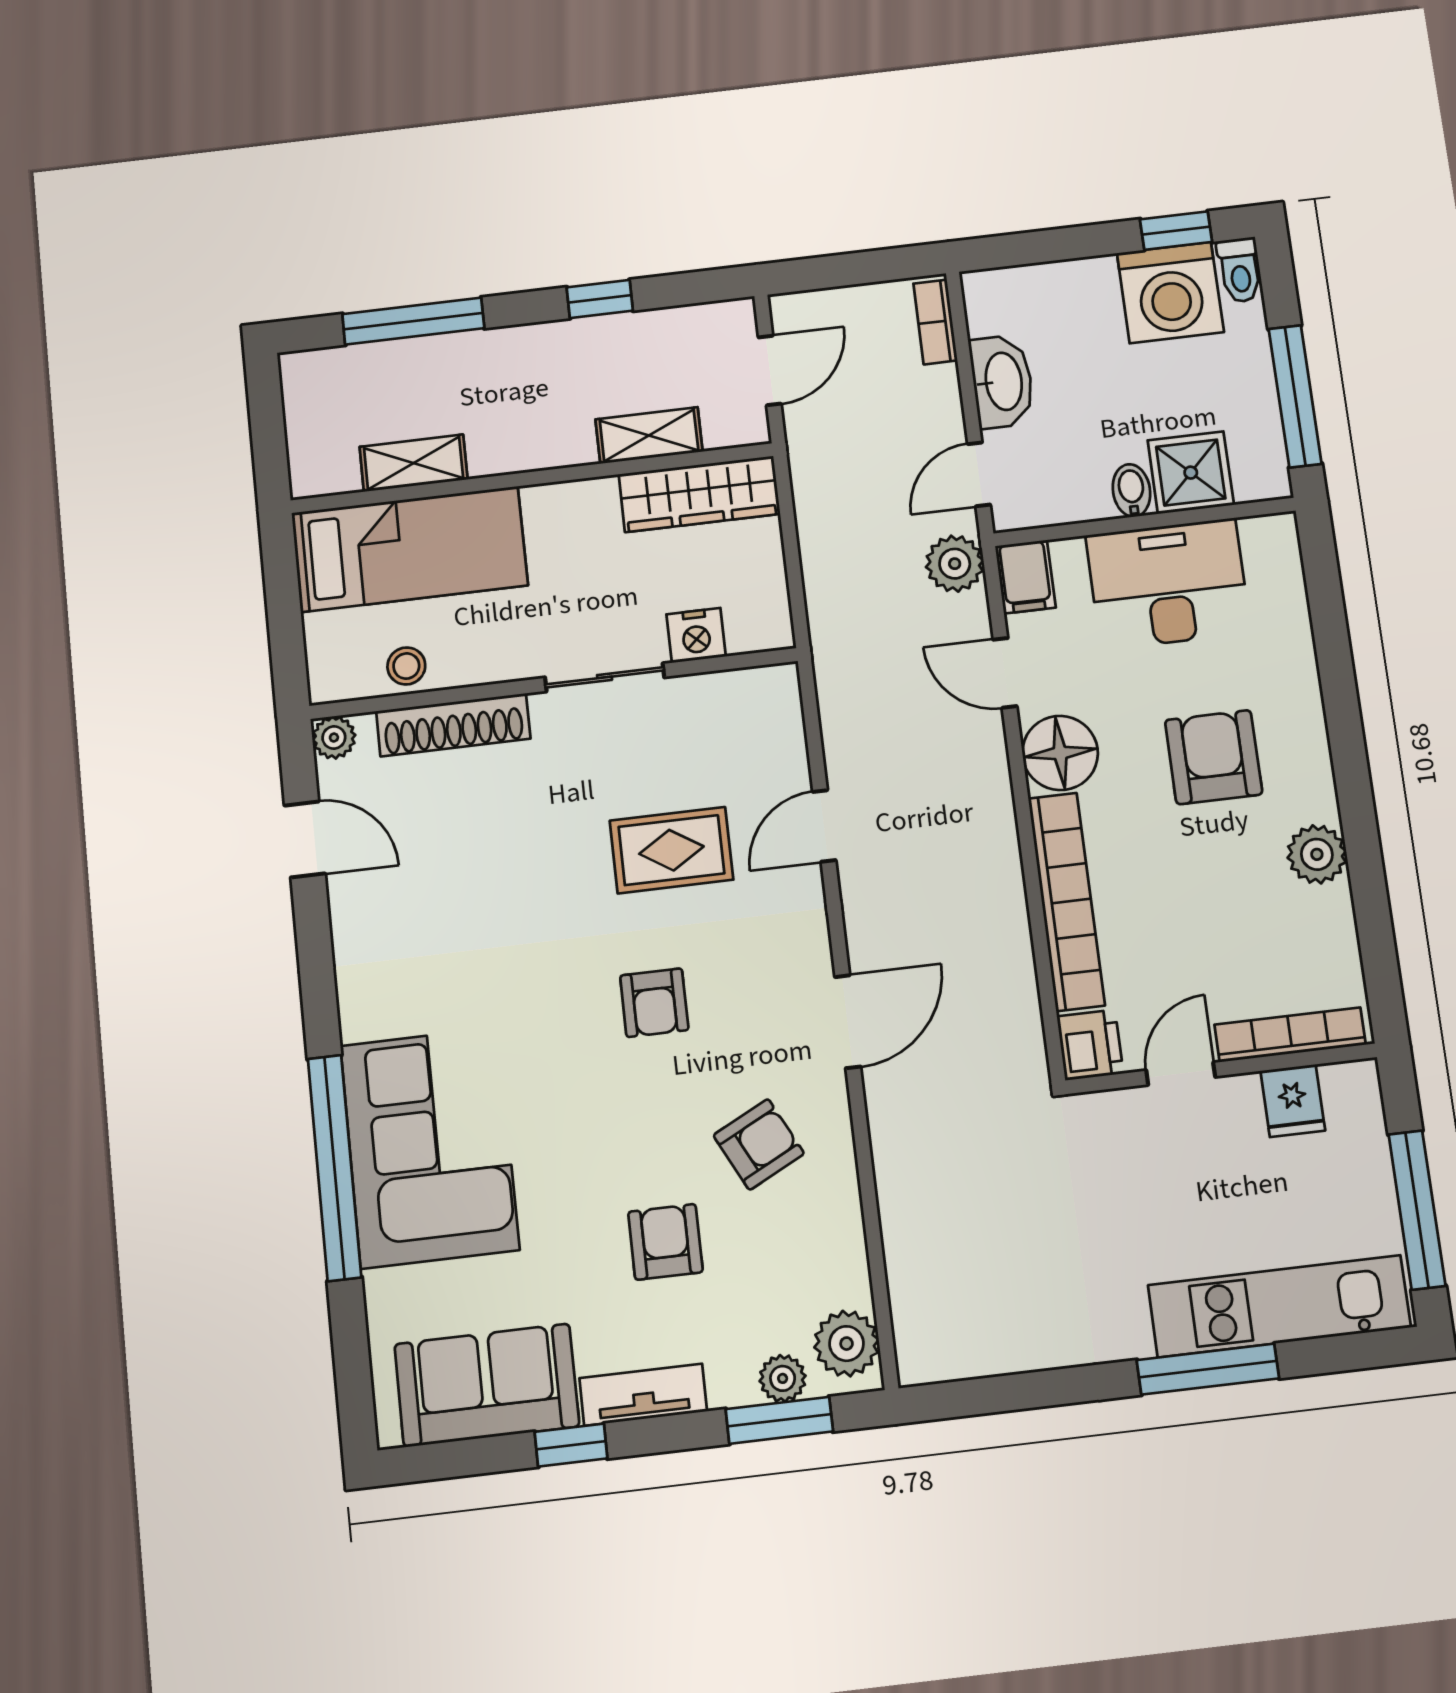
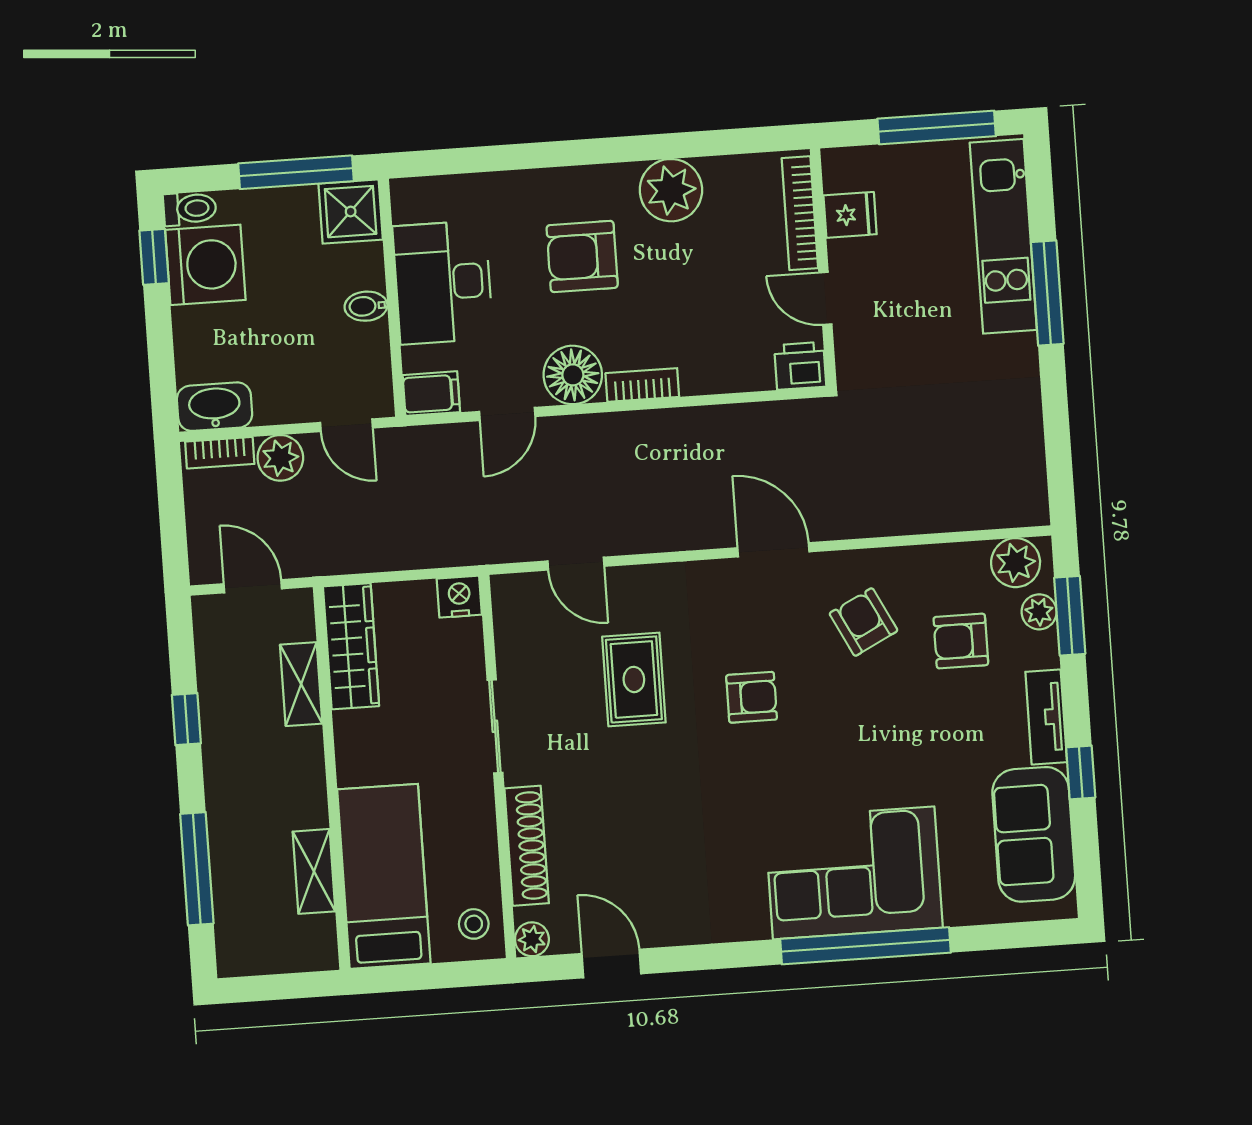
washbasin: (1002, 382) -> (215, 407), moved
shower: (1191, 473) -> (351, 212), moved
plant: (955, 564) -> (280, 458), moved
nightstand: (696, 635) -> (459, 597), moved, turned -90
stool: (406, 666) -> (474, 924), moved
door: (824, 826) -> (576, 564), moved
door: (305, 839) -> (611, 964), hinge flipped
plant: (1317, 854) -> (671, 190), width x1.36, depth x1.36
bookcase: (1066, 902) -> (642, 385), width x0.43, depth x0.76
armchair: (665, 1242) -> (961, 641), moved

